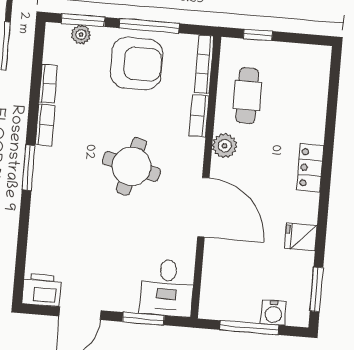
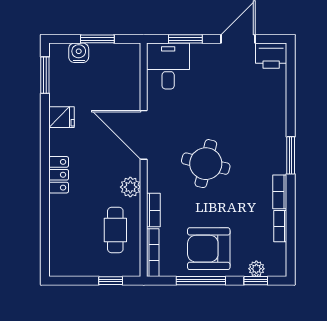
window: (83, 20) -> (256, 281), width x0.67
window: (249, 328) -> (97, 39), width x0.69

